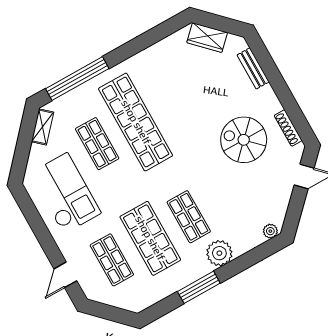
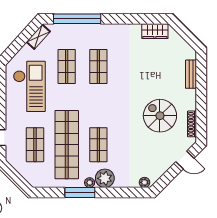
wardrobe: (207, 38) -> (155, 31), moved, turned -45
shop shelf: (136, 122) -> (98, 66), width x0.50, depth x0.74
shop shelf: (150, 238) -> (67, 145), width x1.40
plant: (204, 269) -> (90, 183), added

